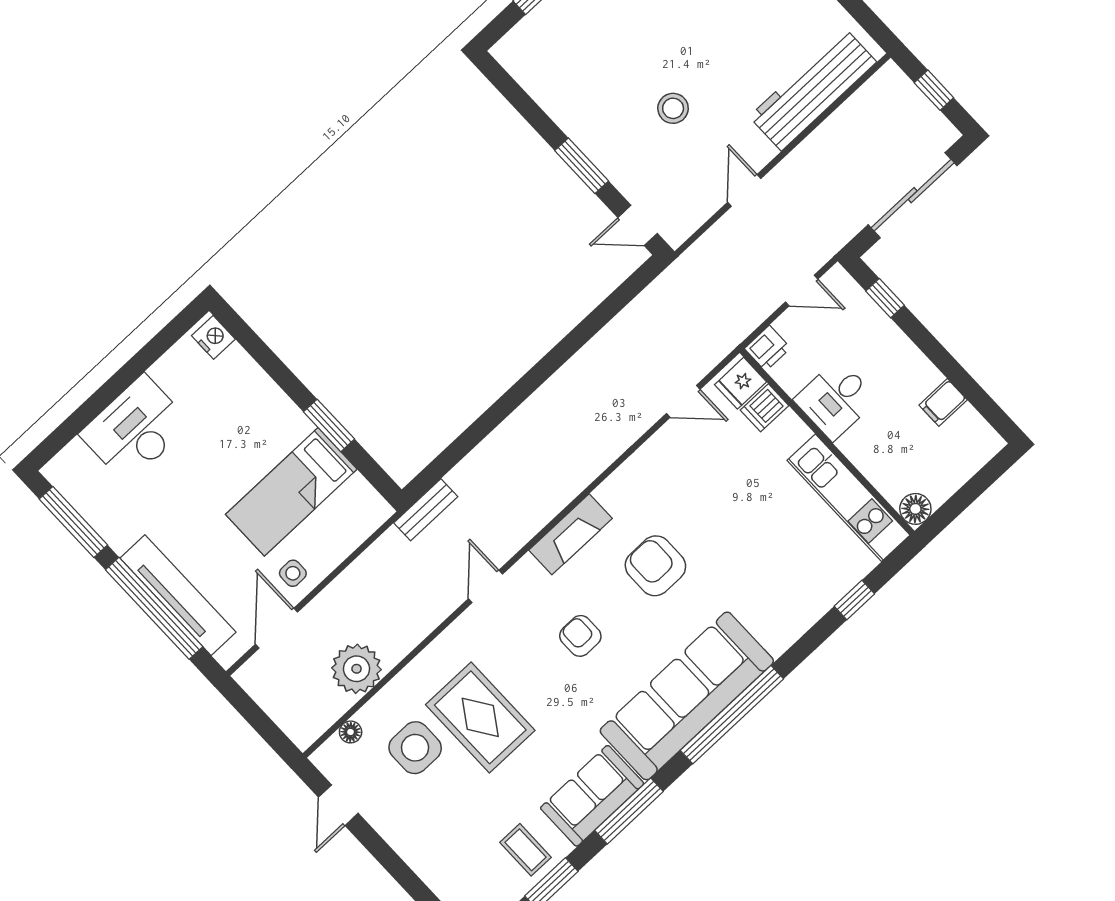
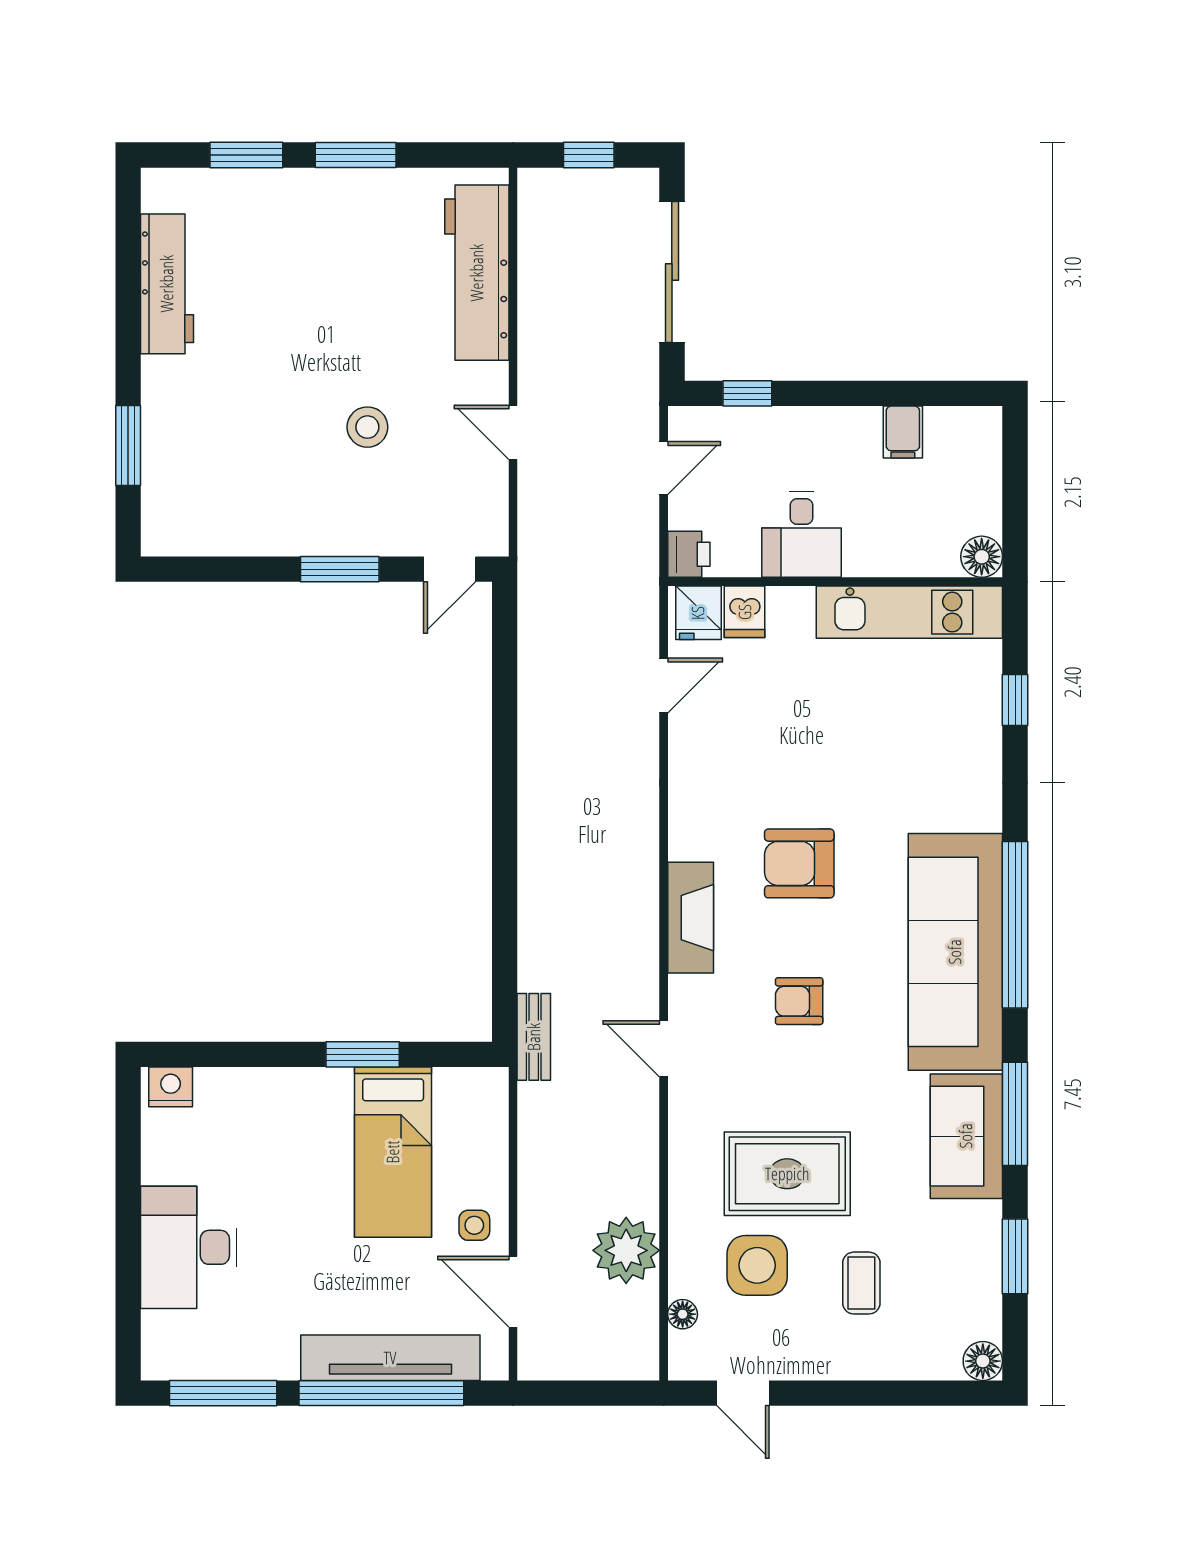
coffee table: (526, 850) -> (861, 1283), moved, turned 90

